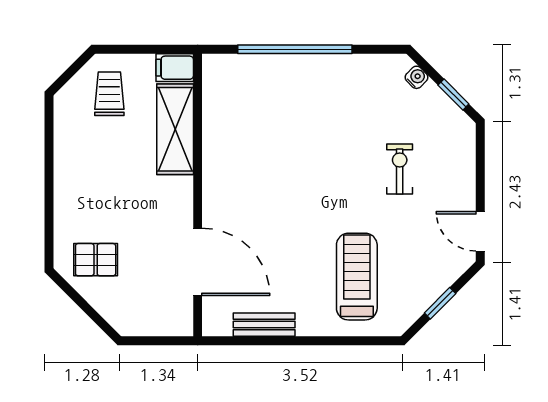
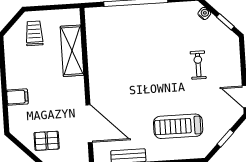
filing cabinet: (175, 68) -> (17, 97), moved, turned 180
pallet: (96, 260) -> (47, 141), moved
treadmill: (357, 277) -> (178, 126), turned -90

